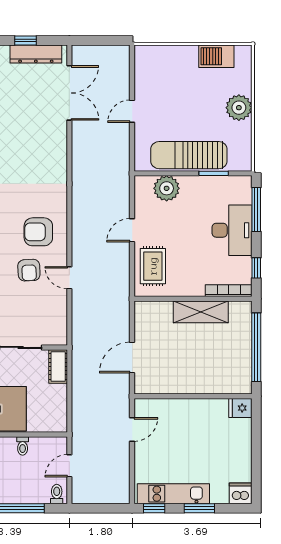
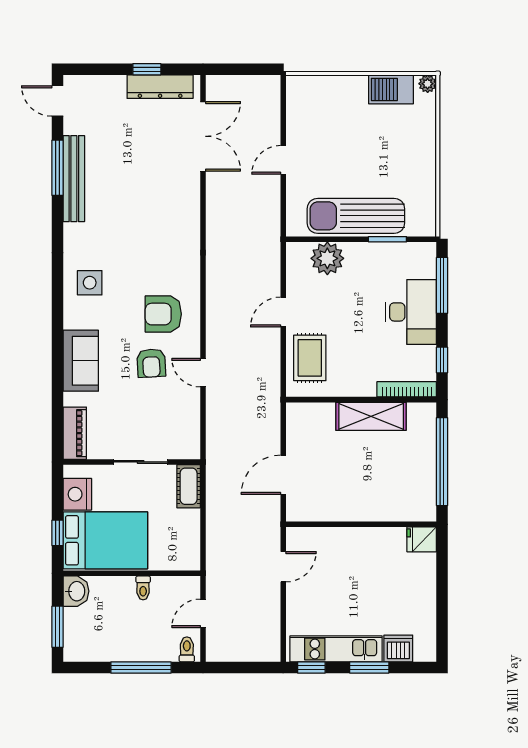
plant: (239, 108) -> (428, 84), moved, width x0.53, depth x0.53
dishwasher: (241, 493) -> (398, 649), moved

